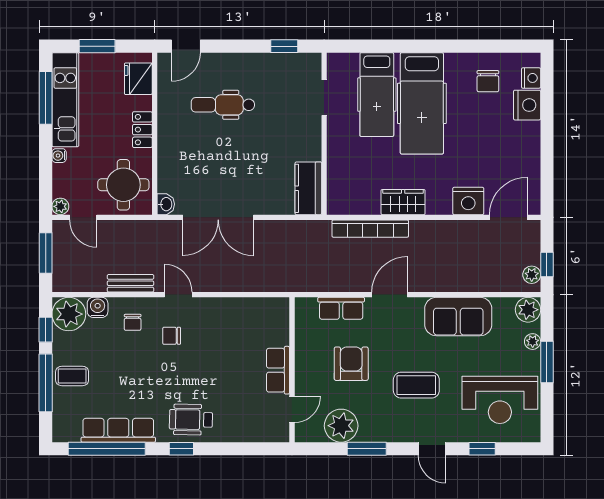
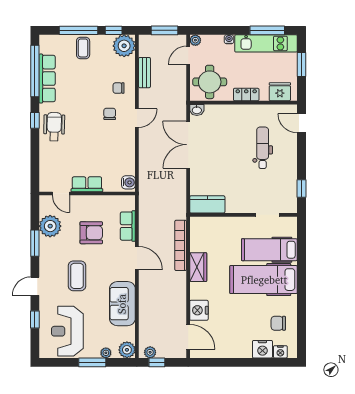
bench: (131, 283) -> (144, 73), moved
water cooler: (98, 307) -> (128, 182), moved

